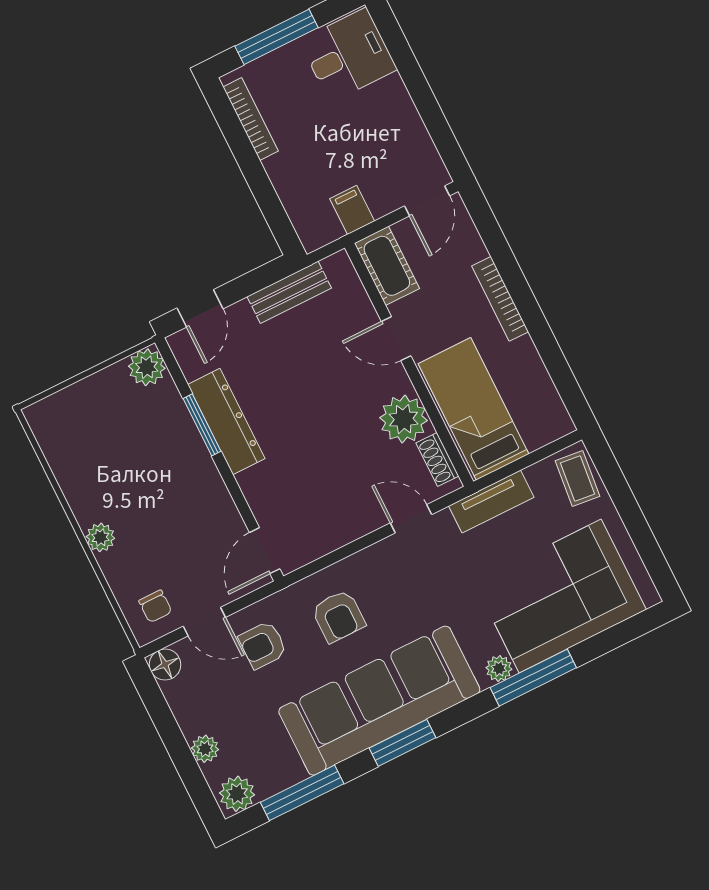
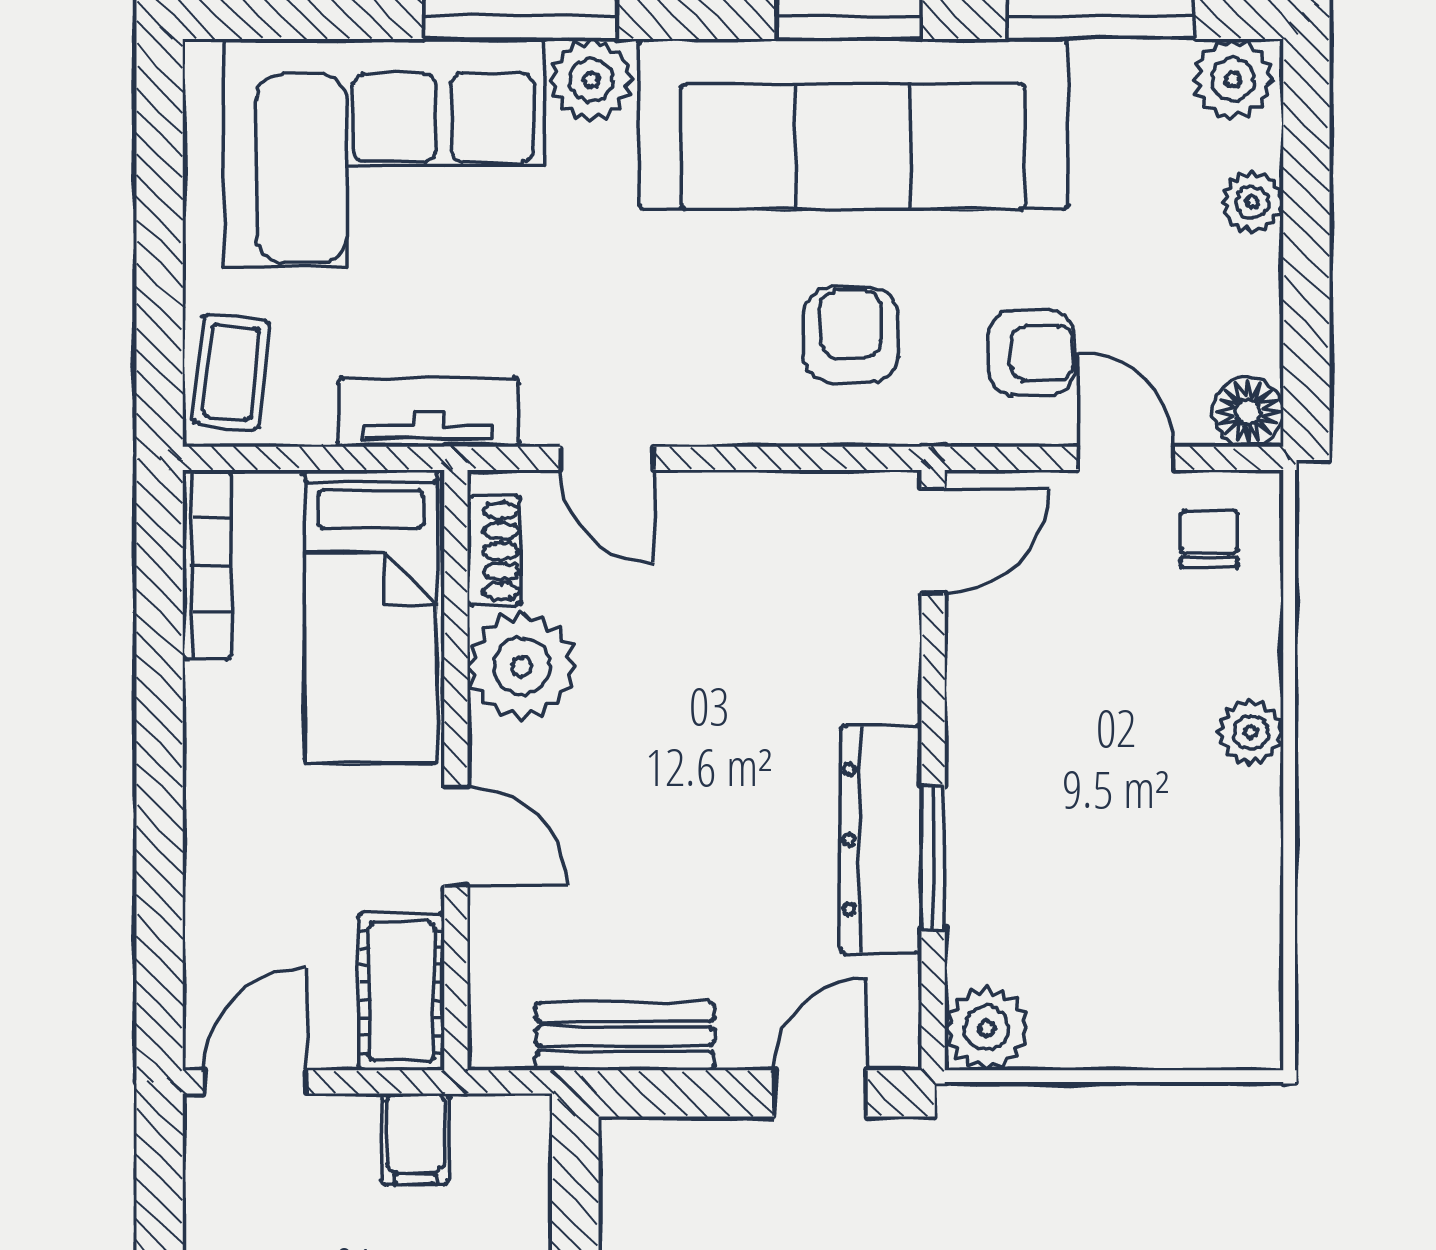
bookcase: (500, 299) -> (207, 565), moved
plant: (499, 668) -> (591, 80), width x1.38, depth x1.38

